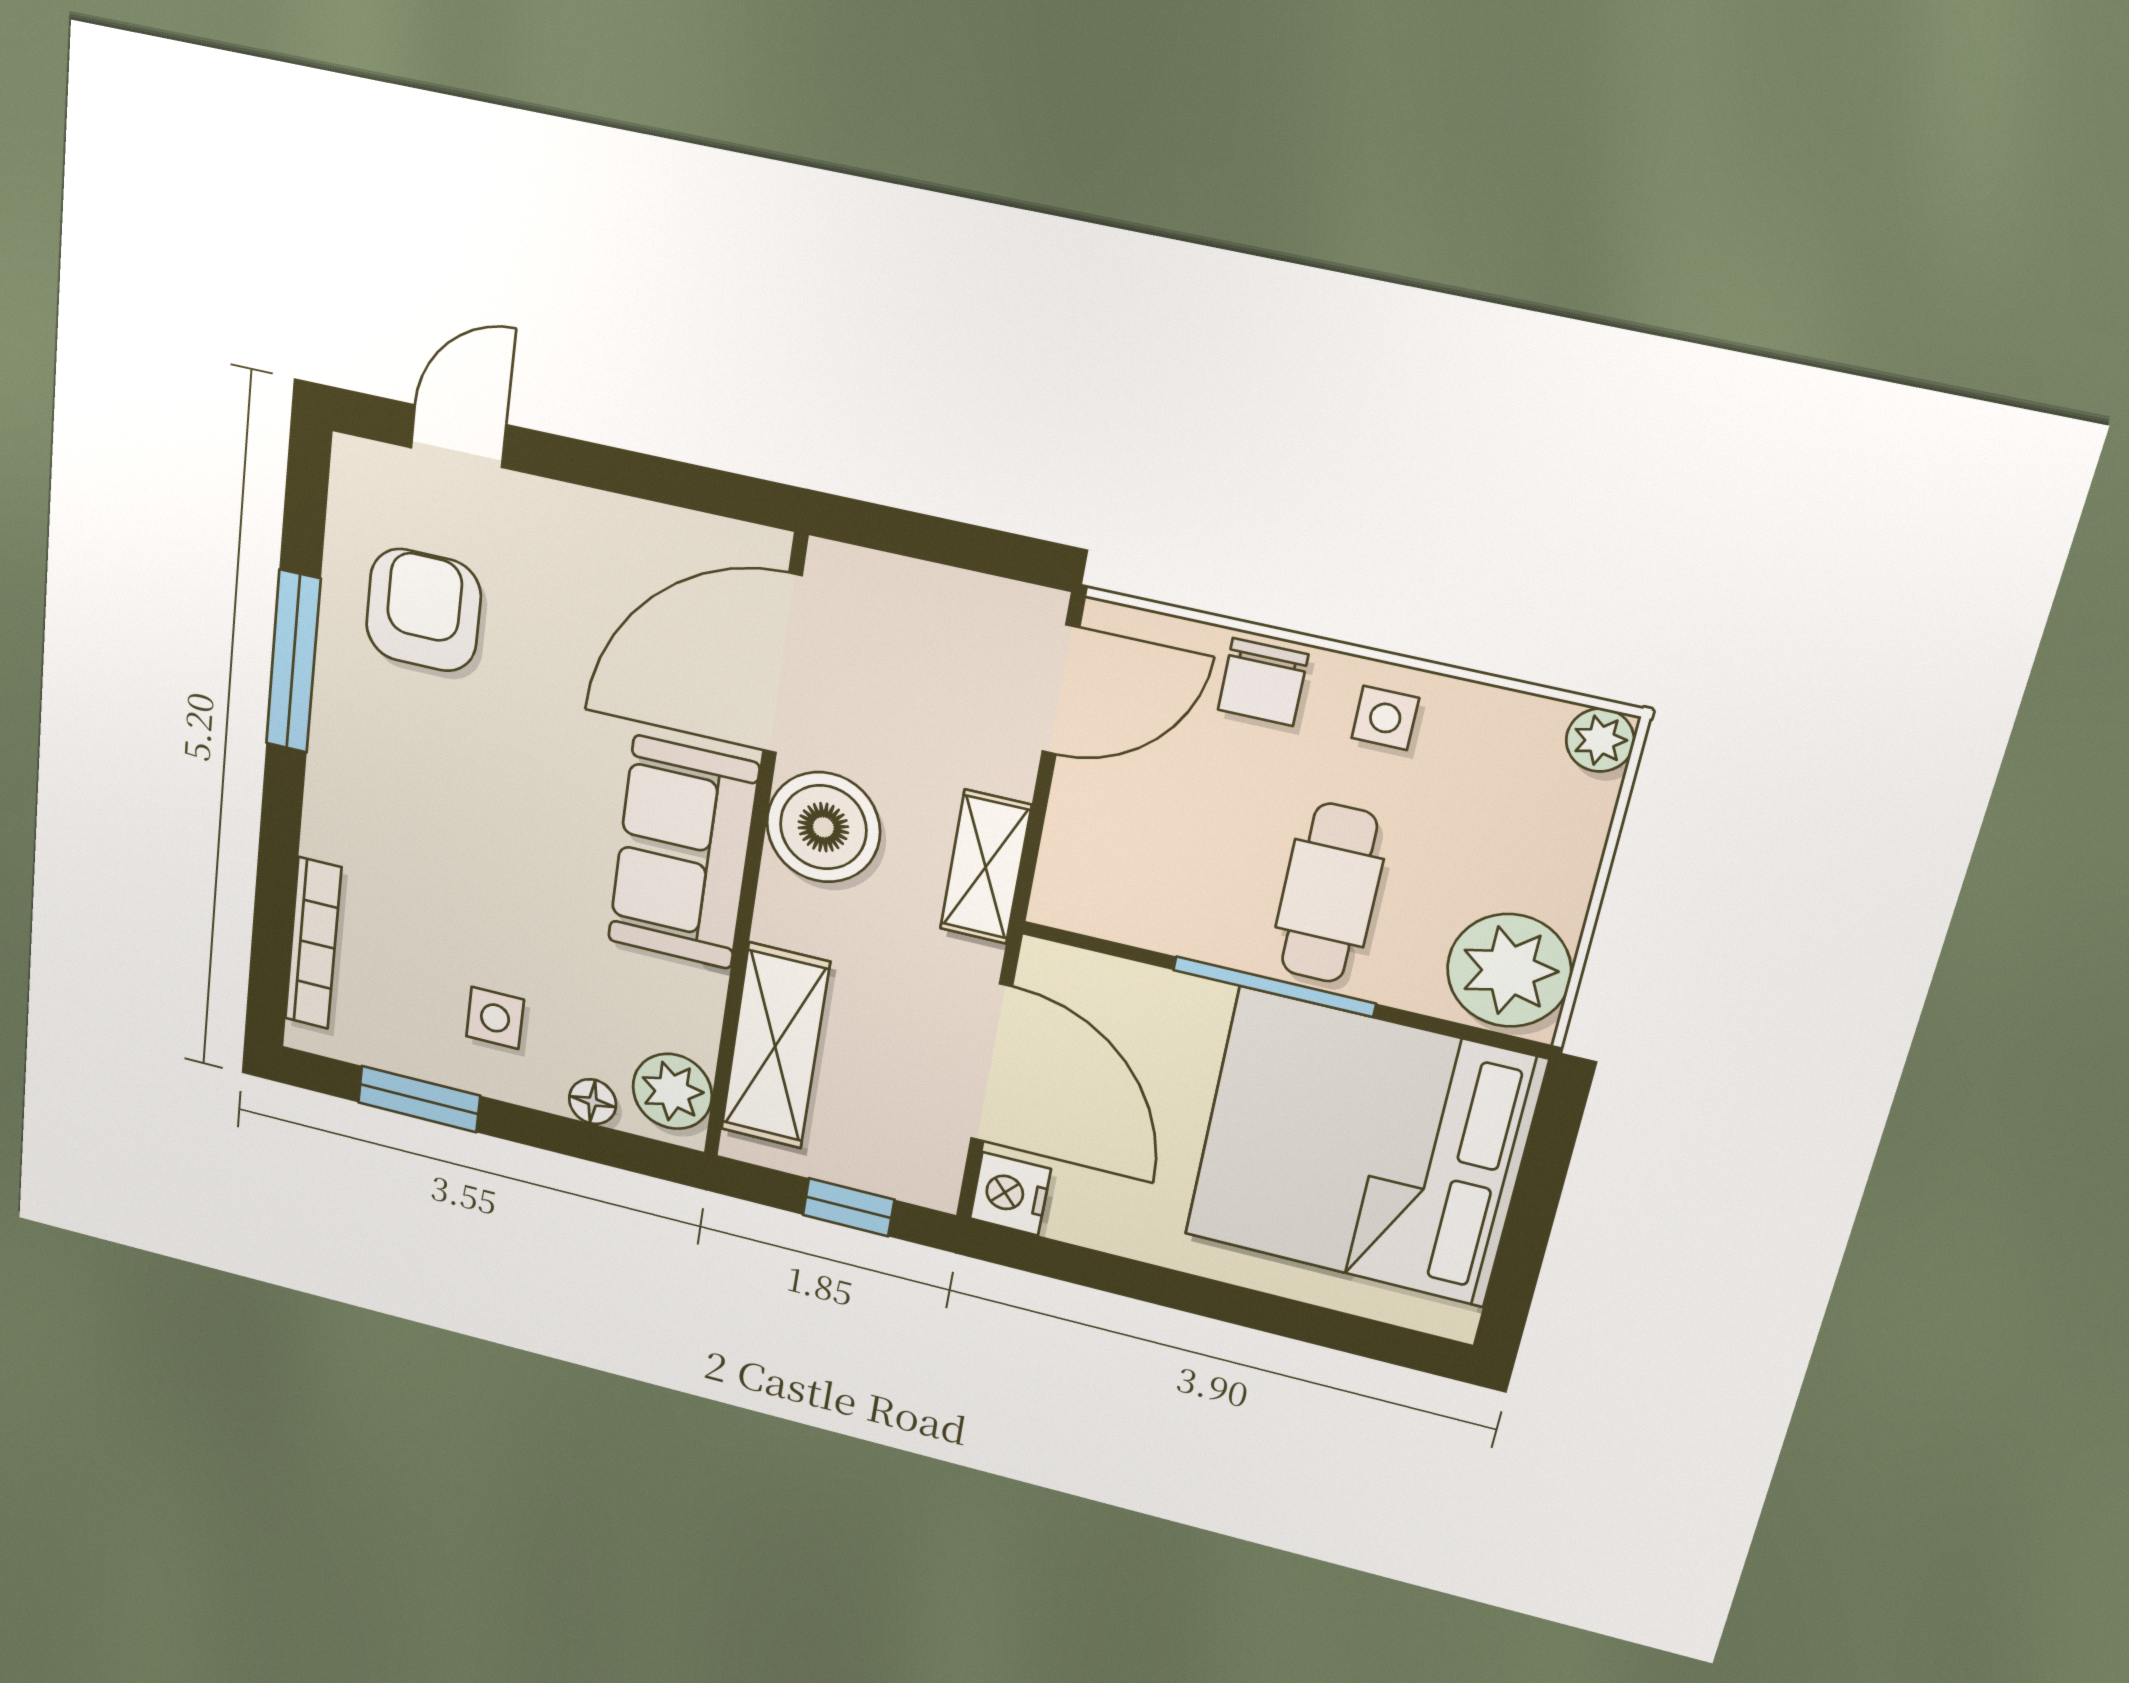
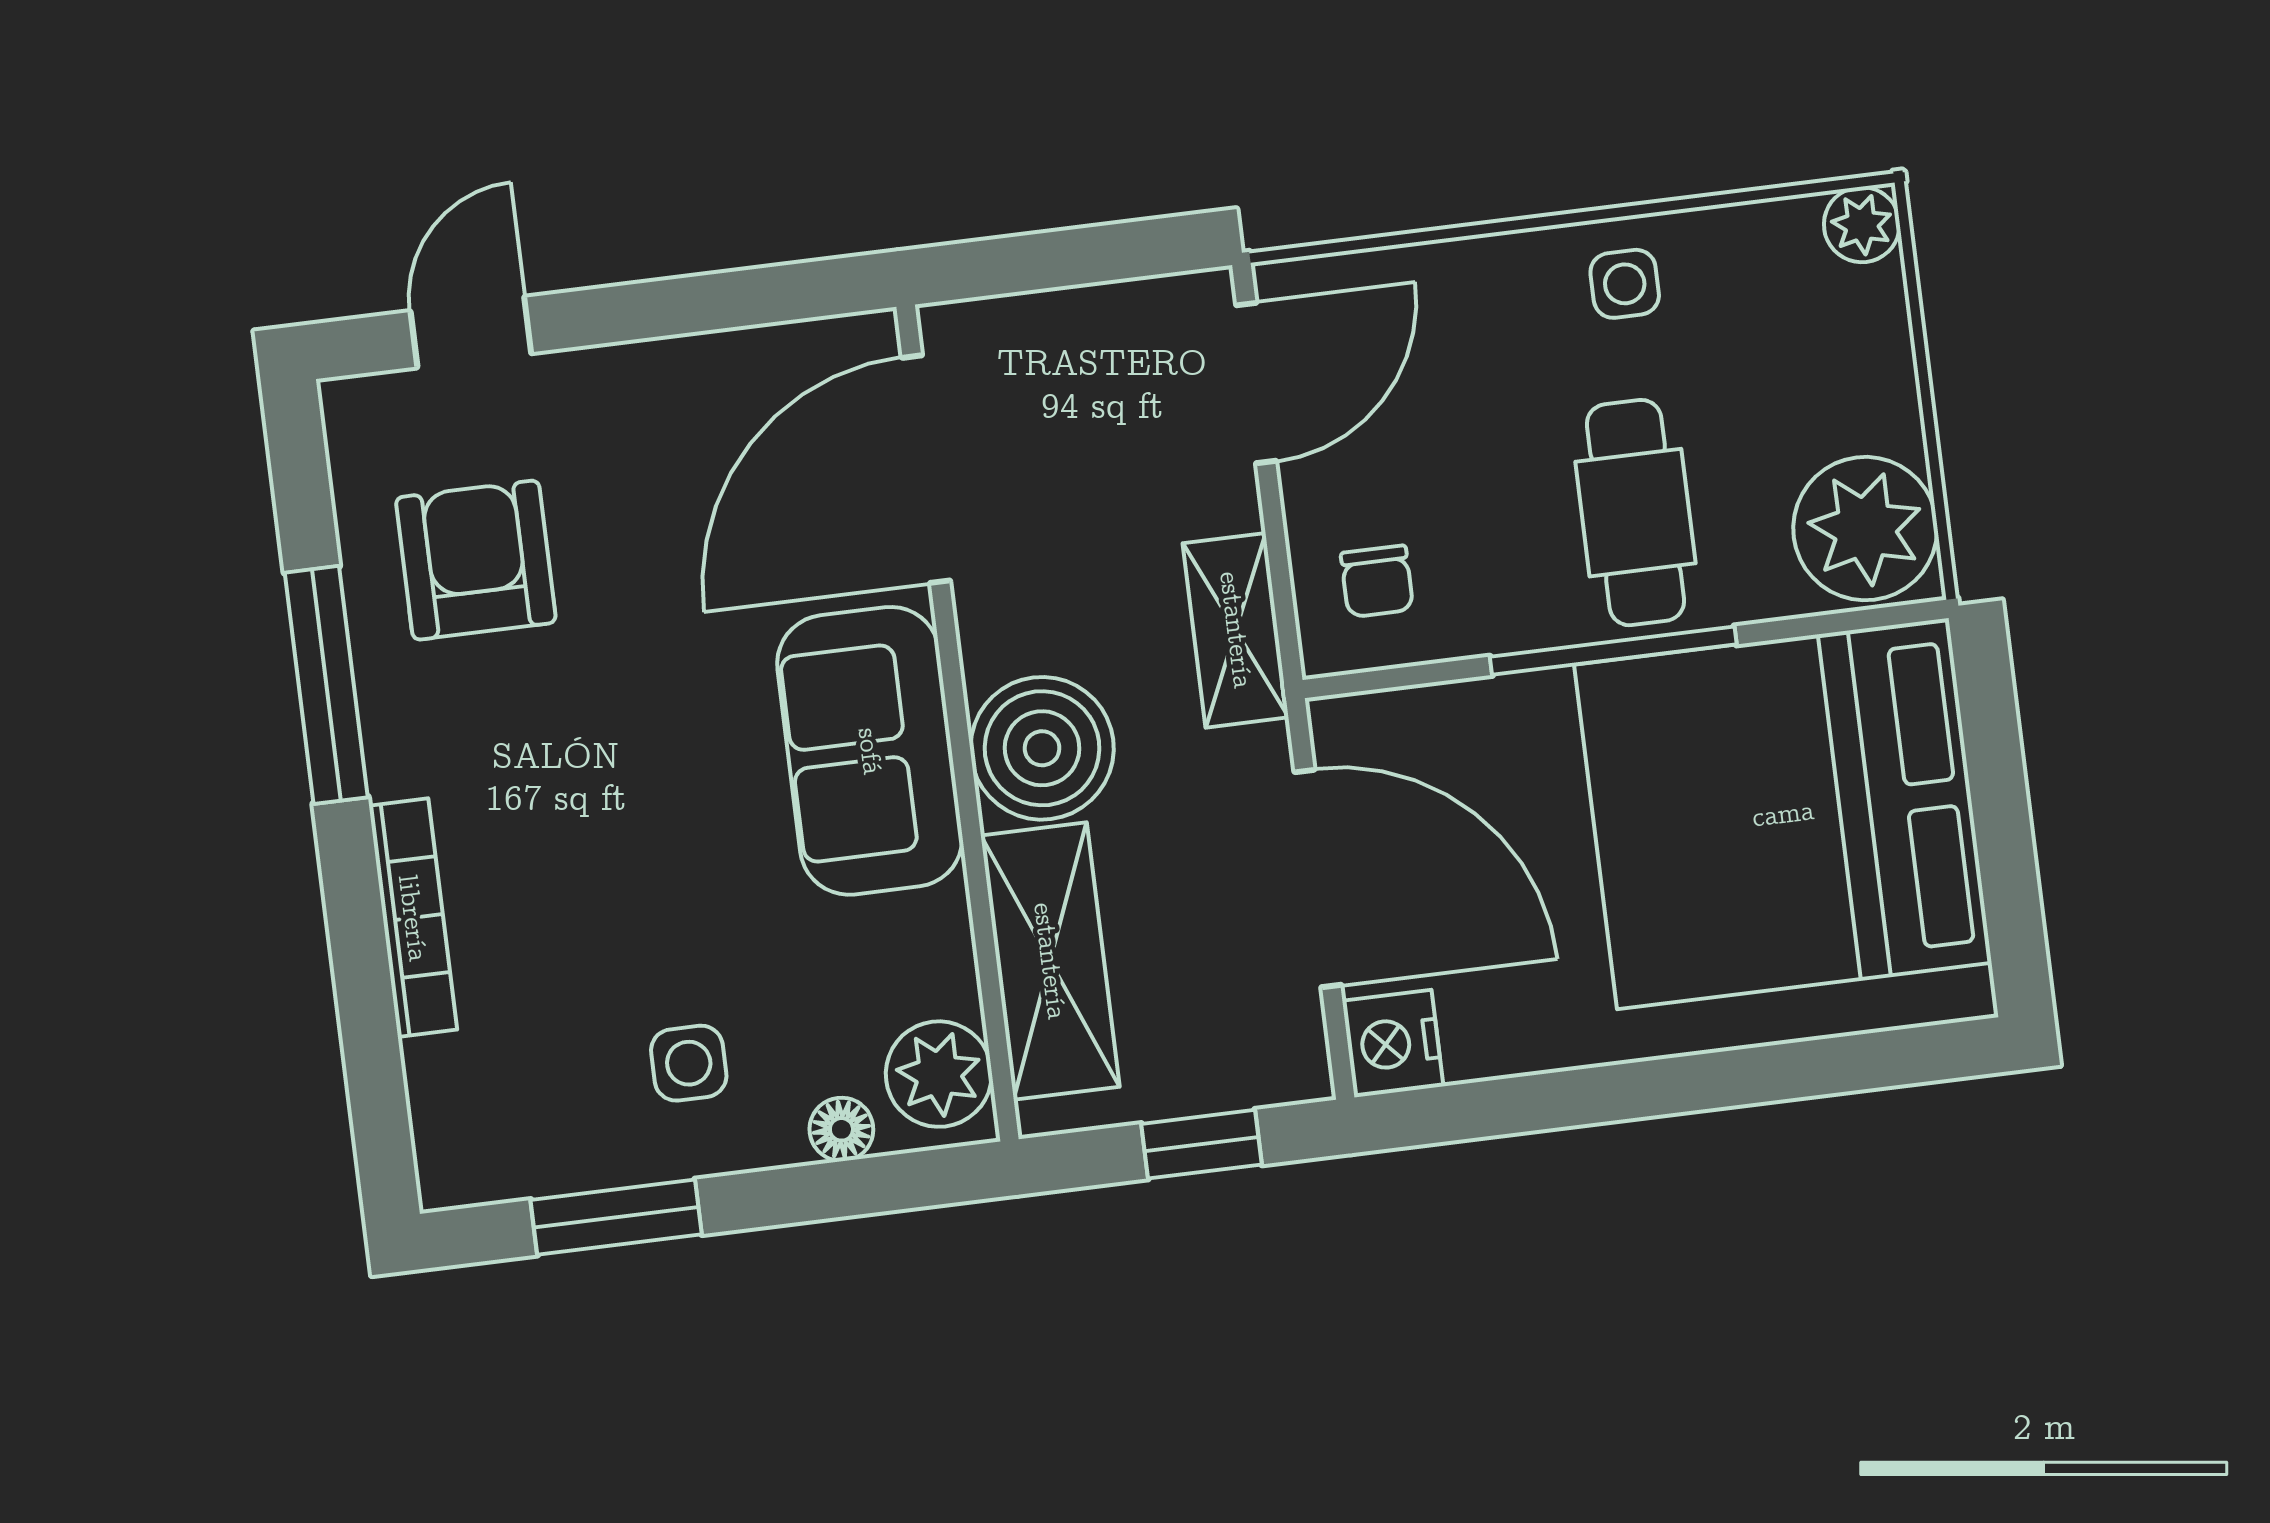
chair: (1263, 682) -> (1377, 581), moved, width x0.73, depth x0.73
boiler: (823, 827) -> (1042, 748), moved
bookcase: (313, 943) -> (413, 918), moved

